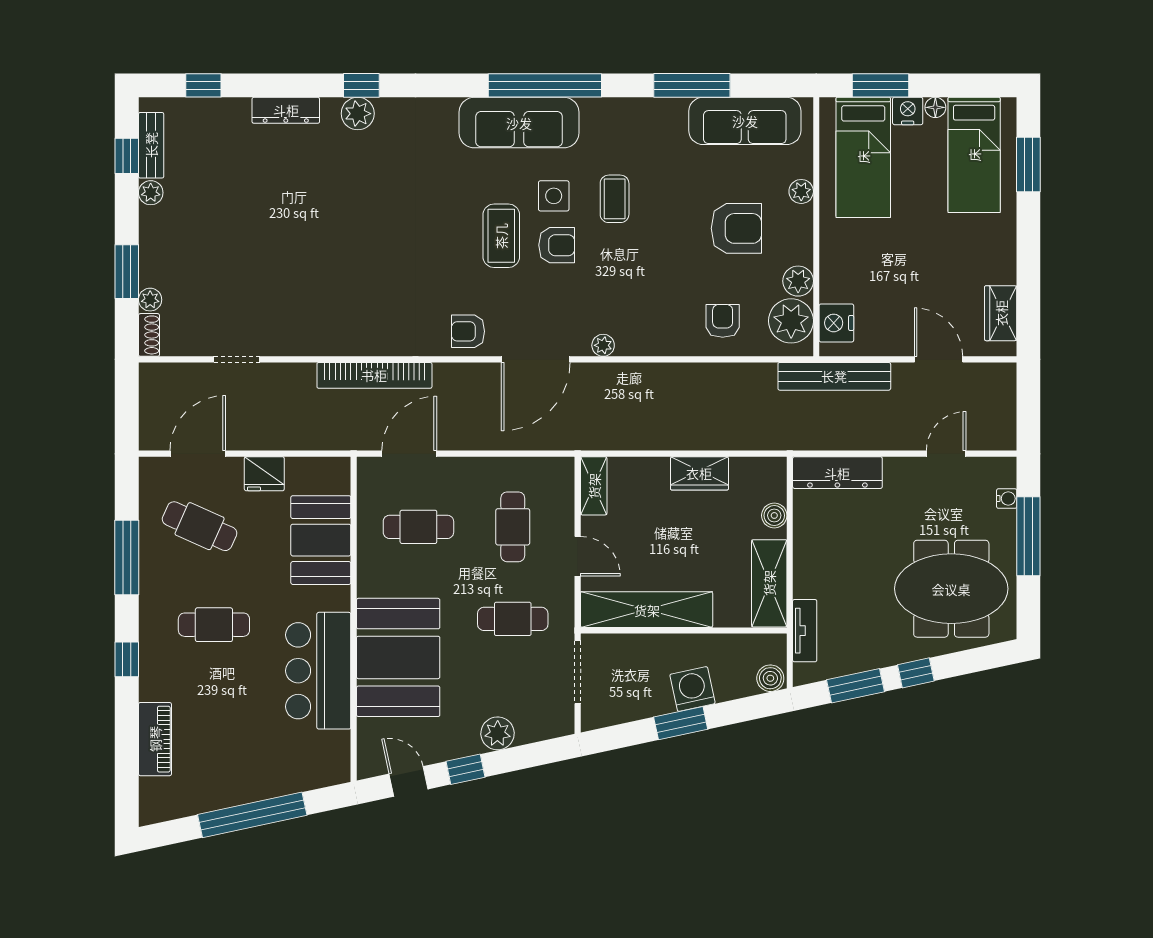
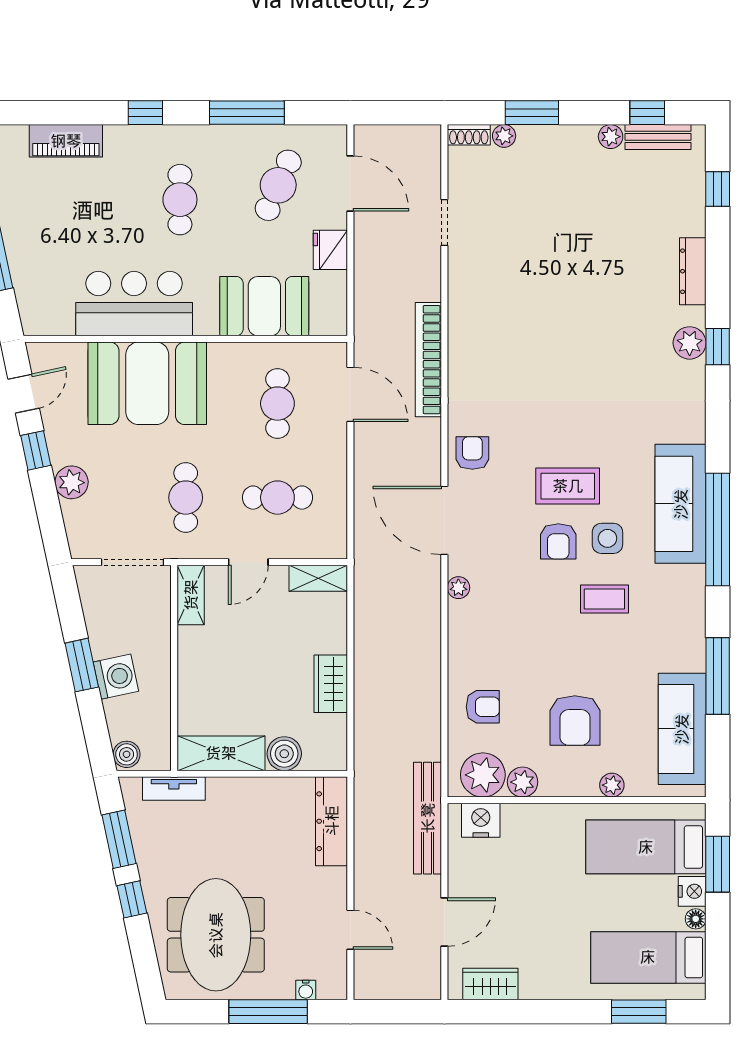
boiler: (774, 515) -> (284, 754), width x1.36, depth x1.36
shelving: (647, 610) -> (191, 595), width x0.45, depth x0.75

